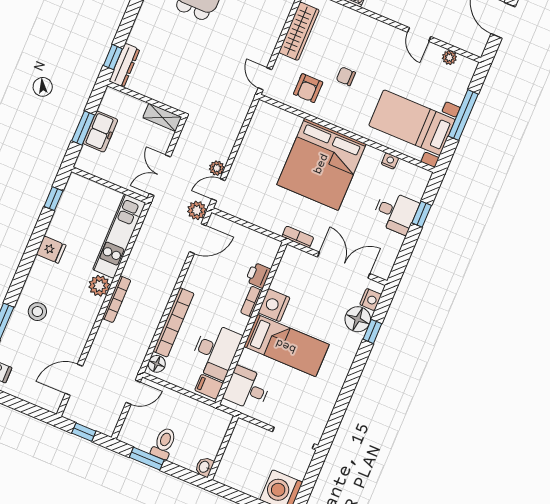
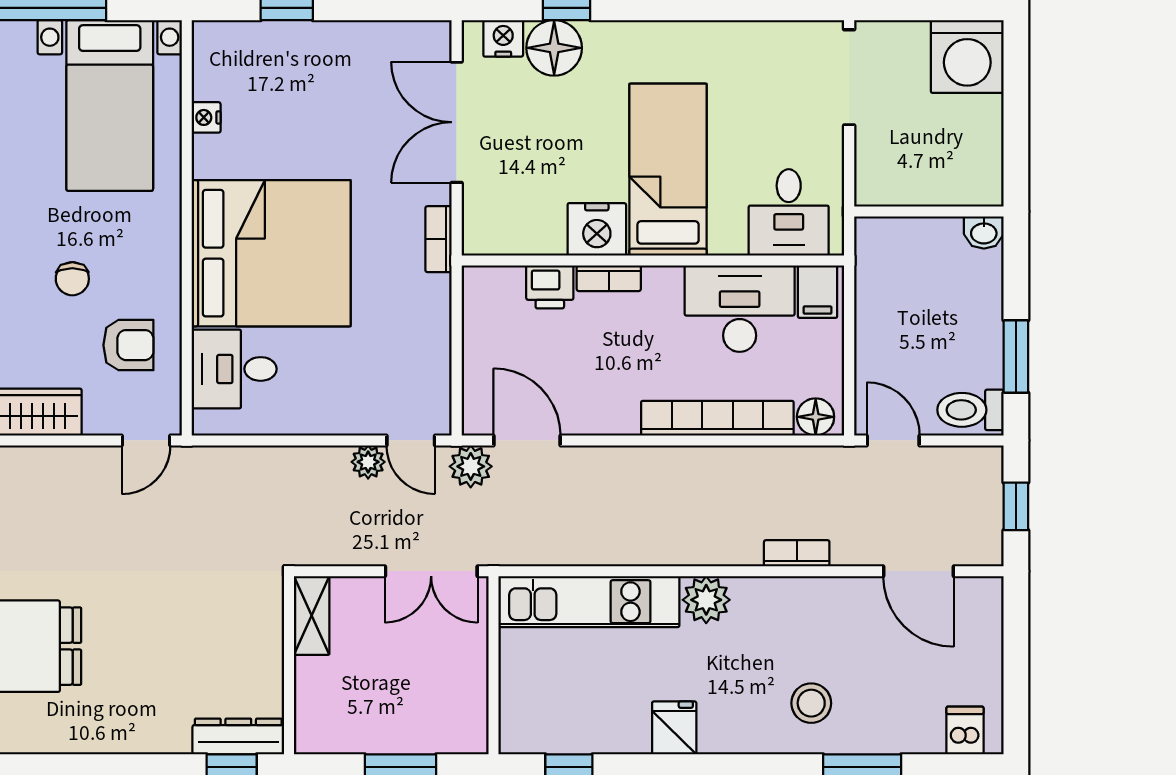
freezer: (100, 132) -> (393, 729), removed
desk: (395, 212) -> (234, 369), moved, turned -90
bookcase: (117, 299) -> (797, 553), moved, width x0.64
toilet: (164, 443) -> (970, 410), moved

